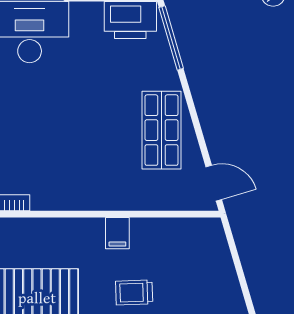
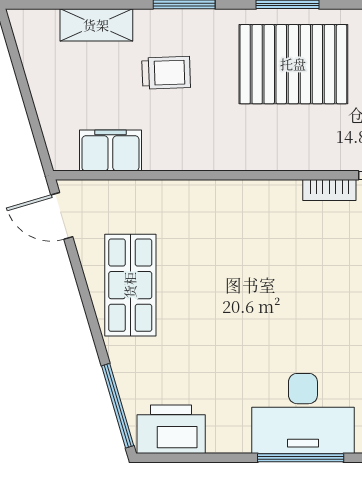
filing cabinet: (117, 233) -> (110, 150), moved, width x2.00

